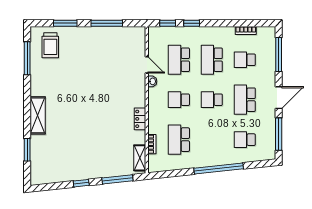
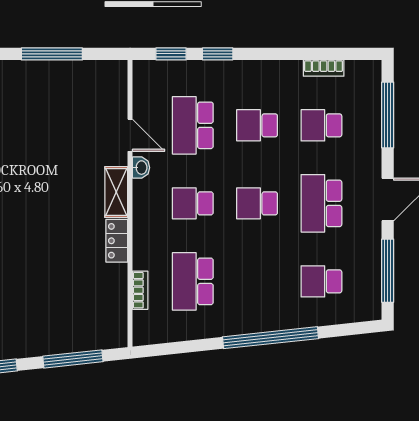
school desk: (212, 60) -> (257, 125), width x0.54
shelving: (140, 158) -> (116, 192), moved

